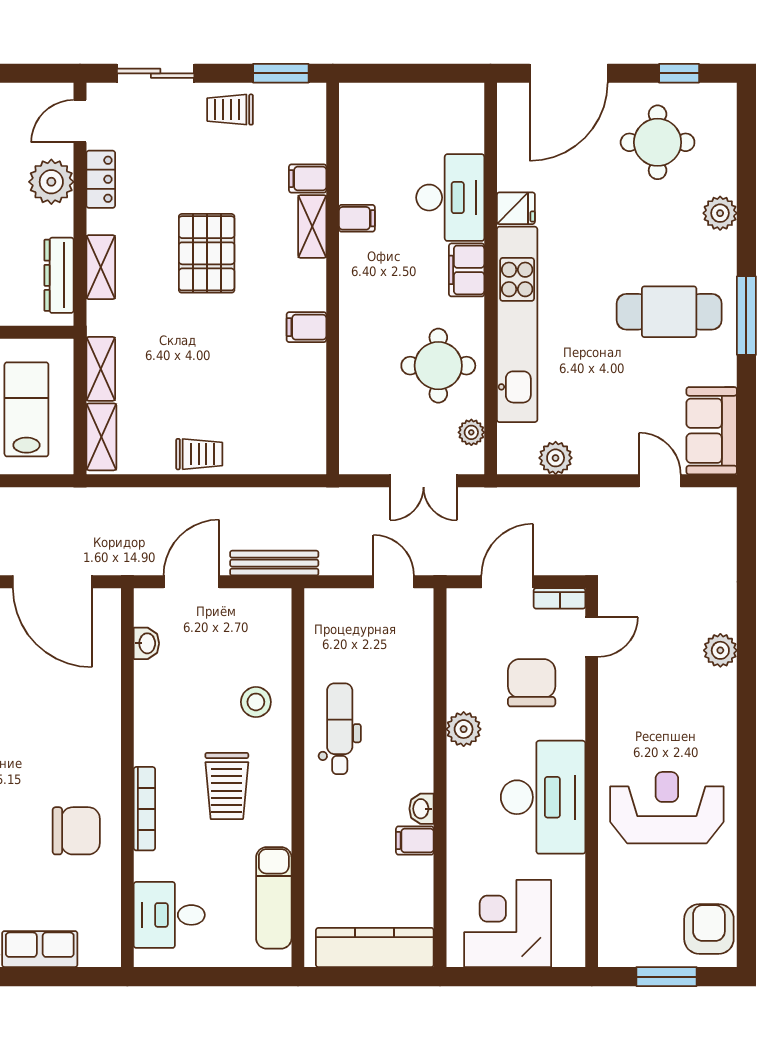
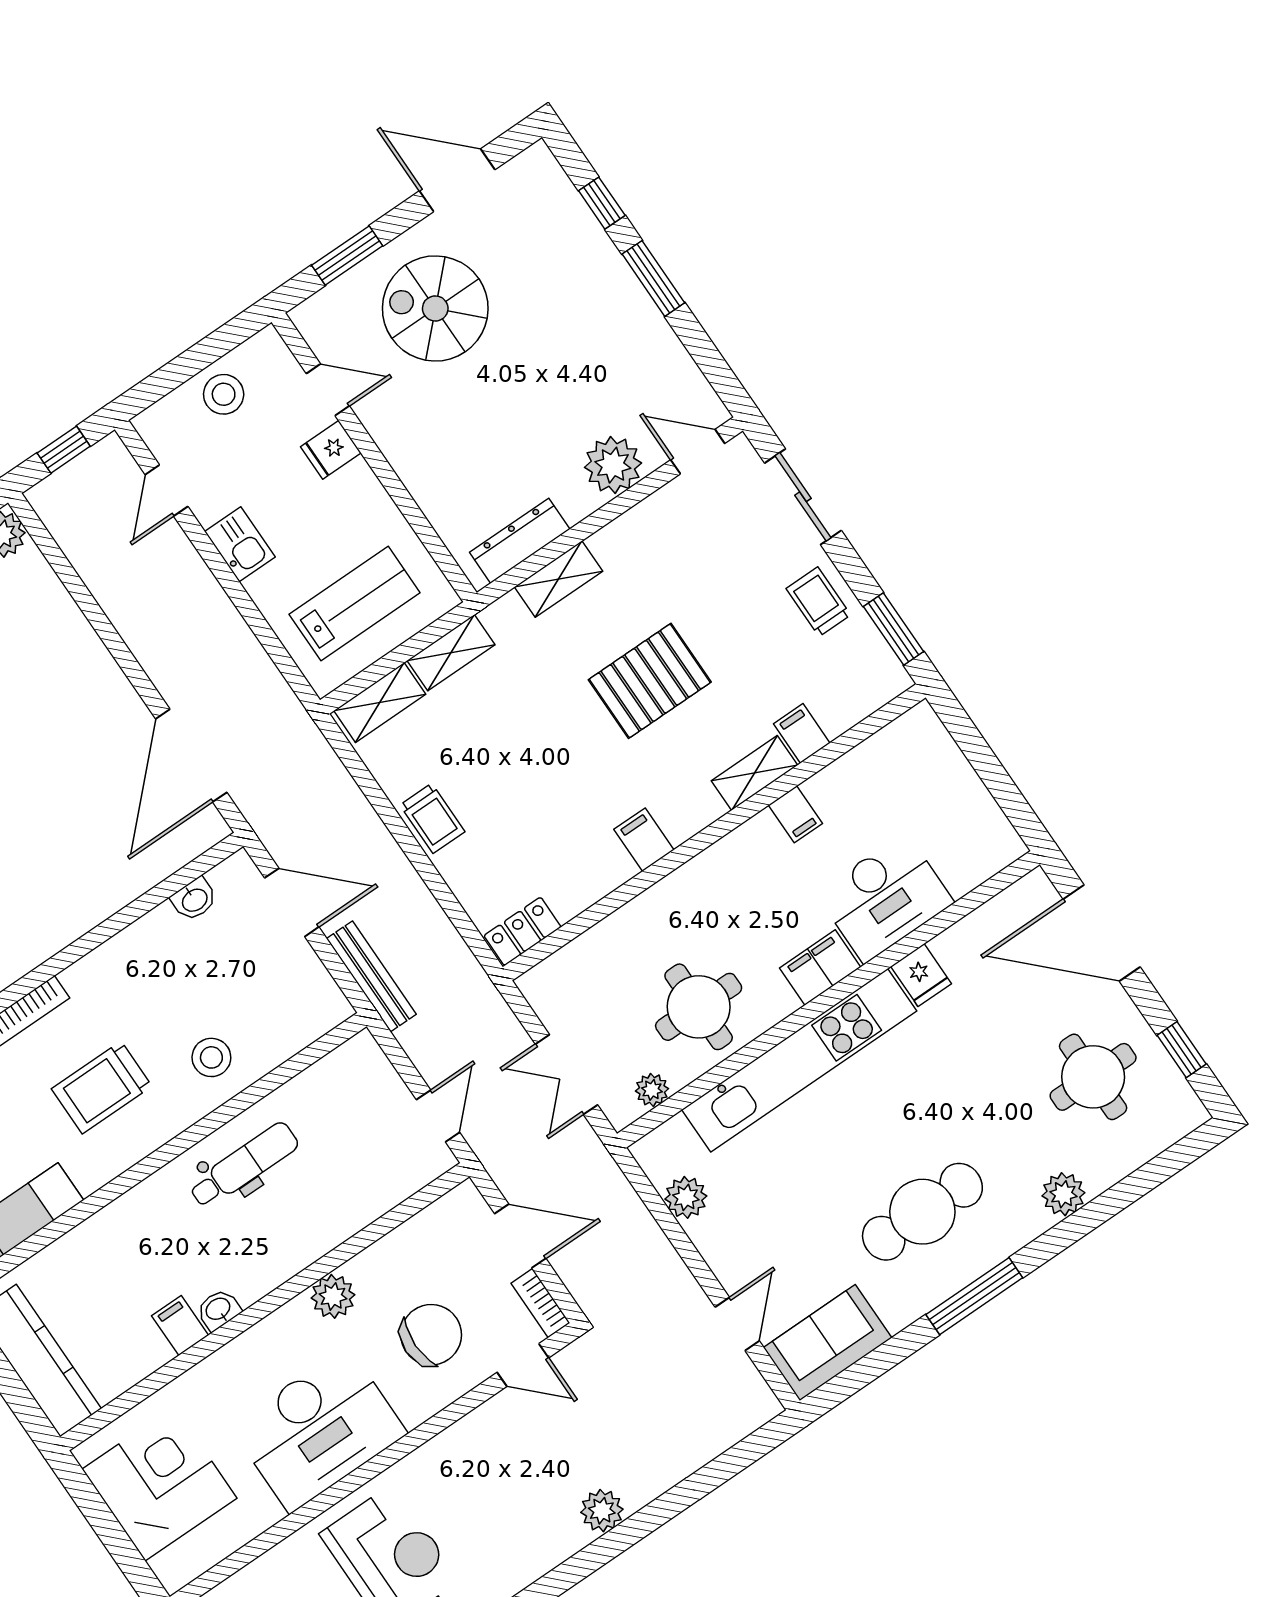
locker: (101, 179) -> (522, 931), moved, turned 180
cafe table: (669, 312) -> (922, 1212), turned 90

